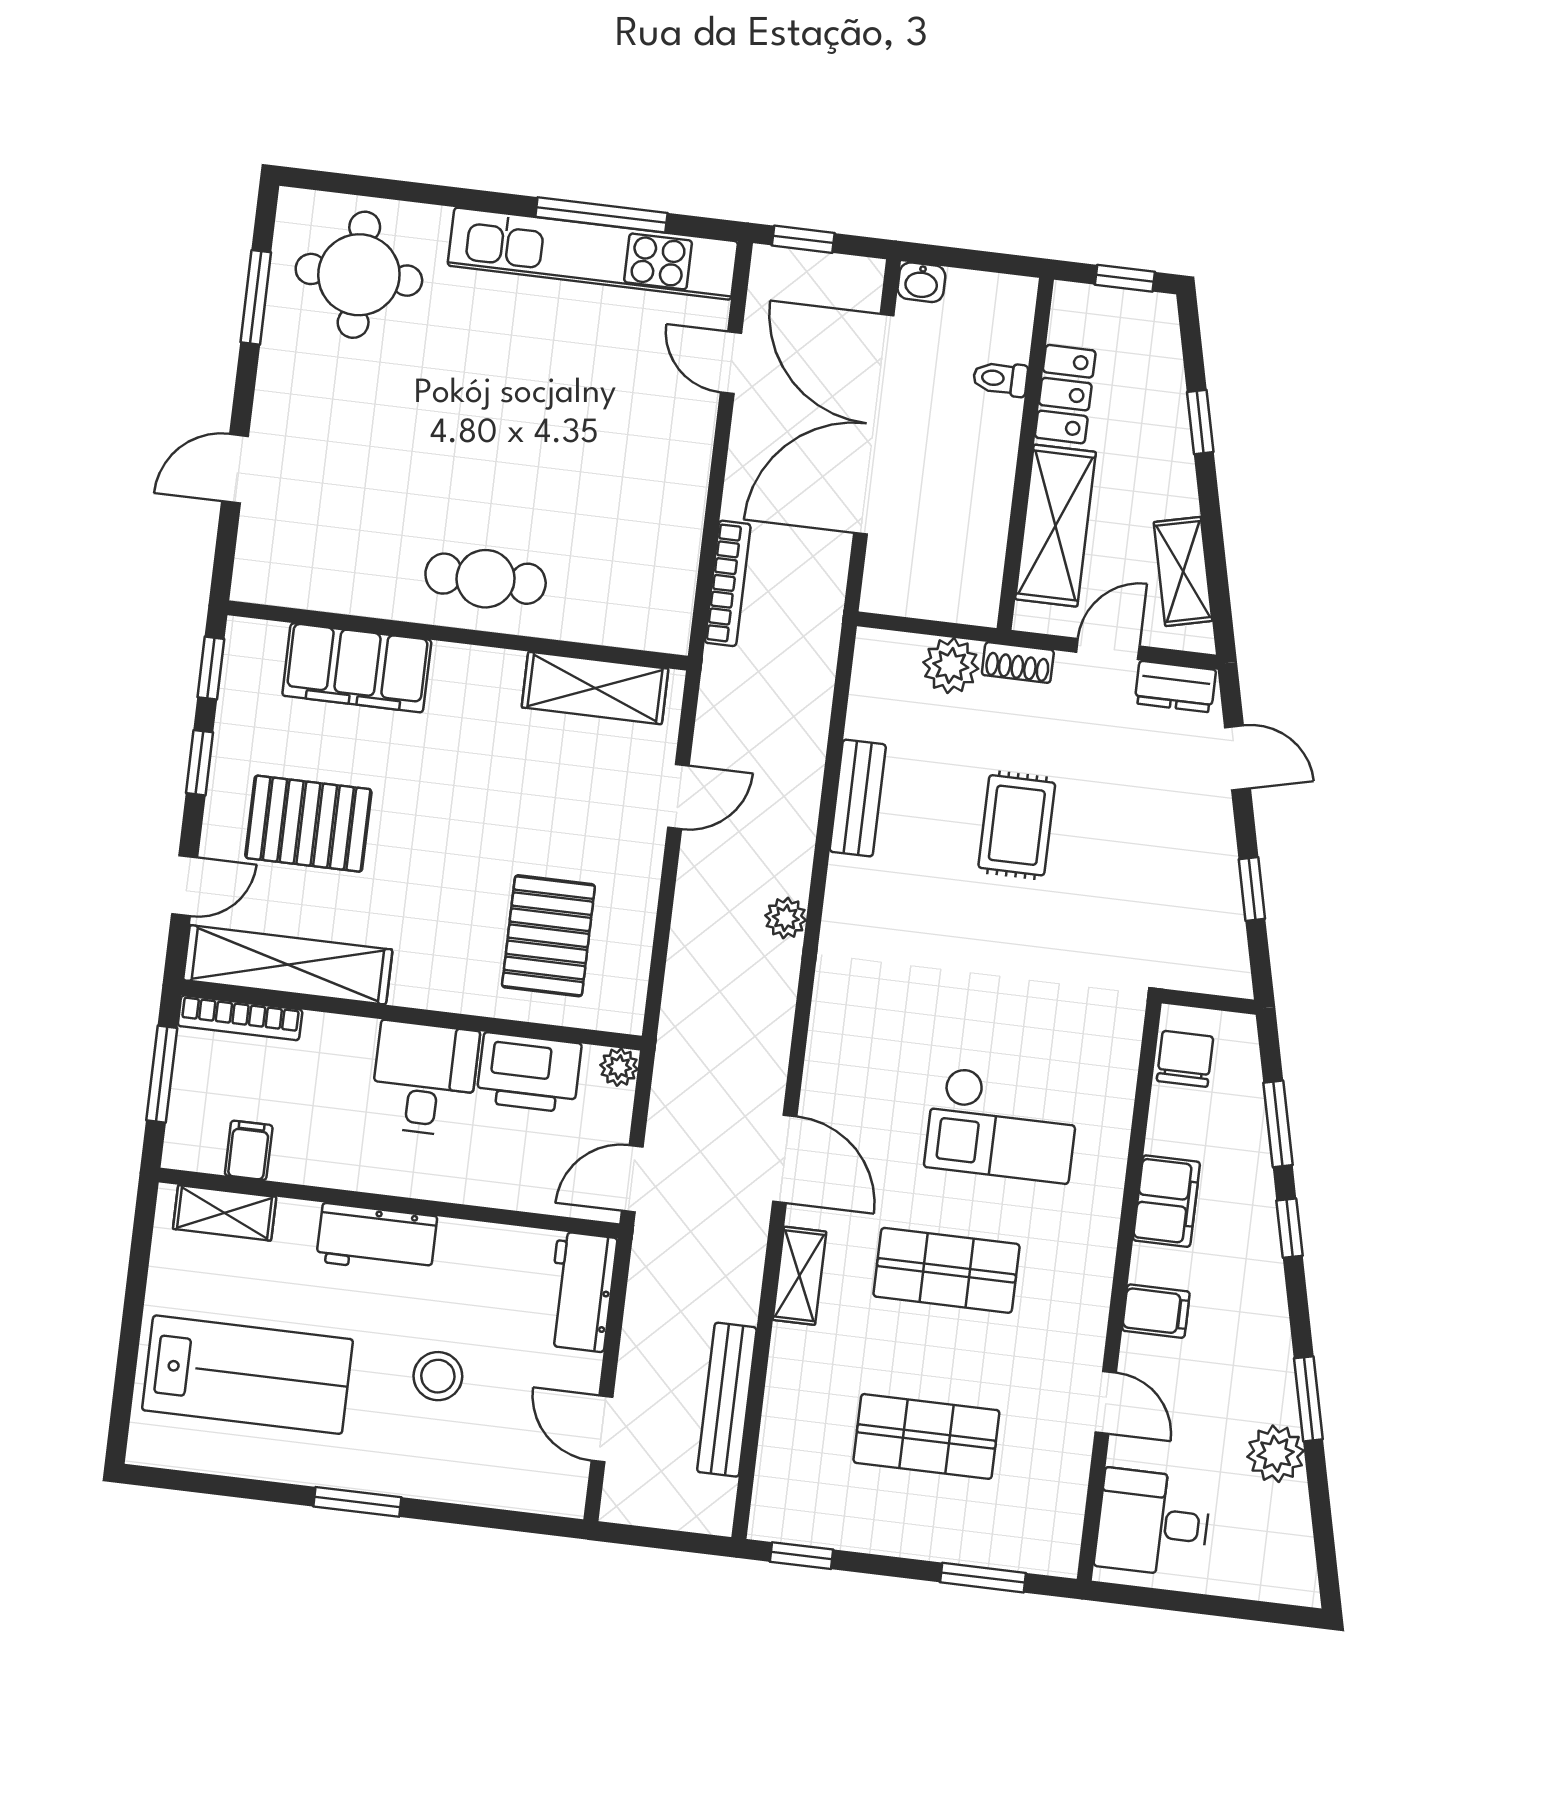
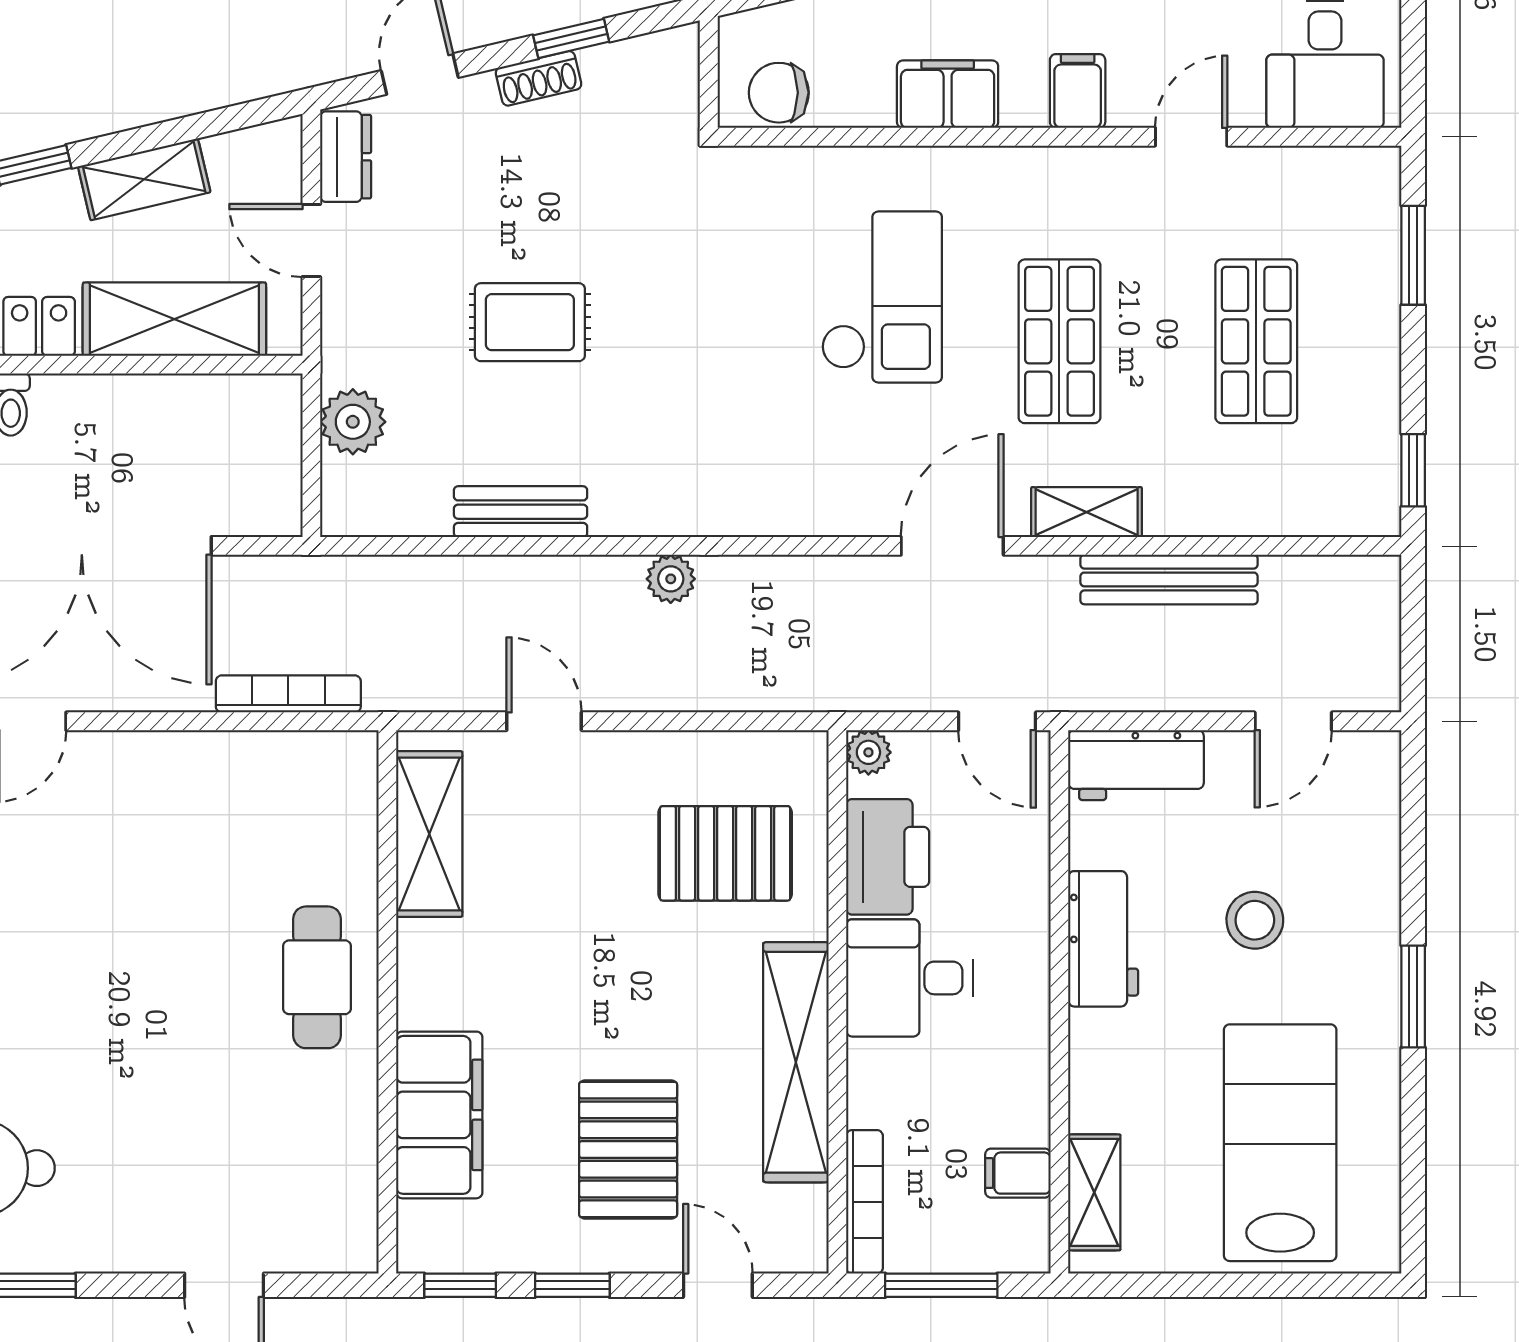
shelving: (1183, 571) -> (144, 179), moved
shoe rack: (1018, 663) -> (539, 78), moved, turned 77
shelving: (288, 965) -> (796, 1062), moved
workbench: (377, 1239) -> (1103, 939), moved
bench: (727, 1400) -> (1169, 579), moved

